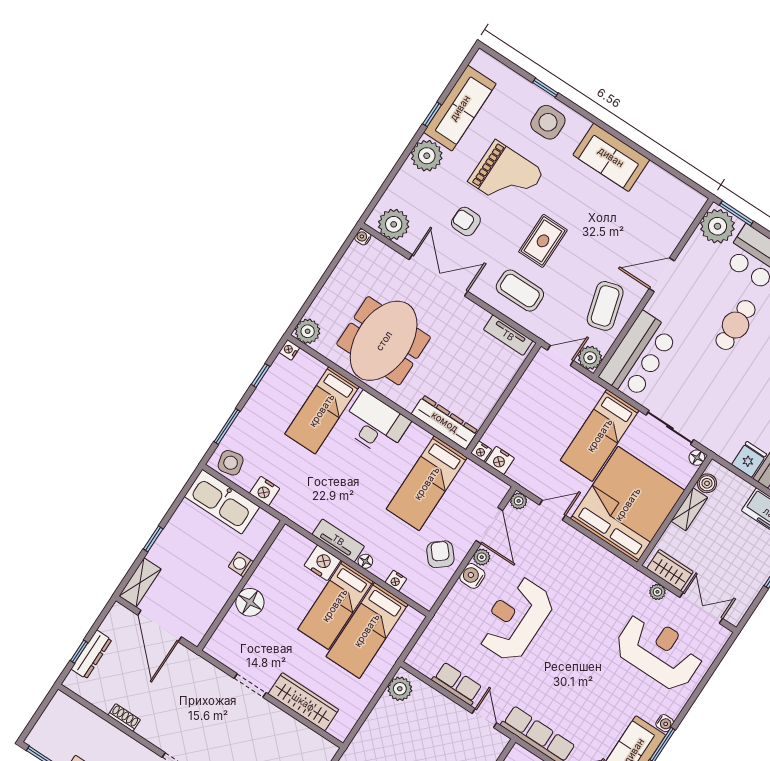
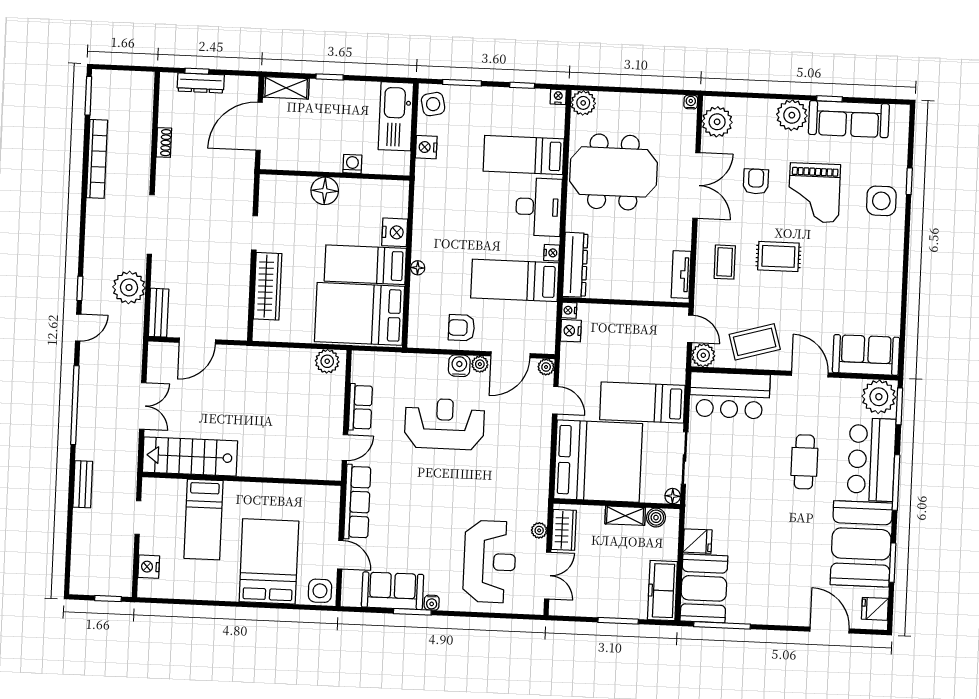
sofa: (611, 157) -> (866, 355), moved, turned 90
coffee table: (520, 291) -> (725, 262), width x0.73, depth x0.77
cafe table: (736, 325) -> (804, 462), turned 90
tv unit: (338, 540) -> (422, 234), removed
armchair: (440, 554) -> (461, 328), turned -140
nightstand: (396, 581) -> (552, 253), moved, turned 180
bed: (367, 630) -> (360, 314), width x1.50

